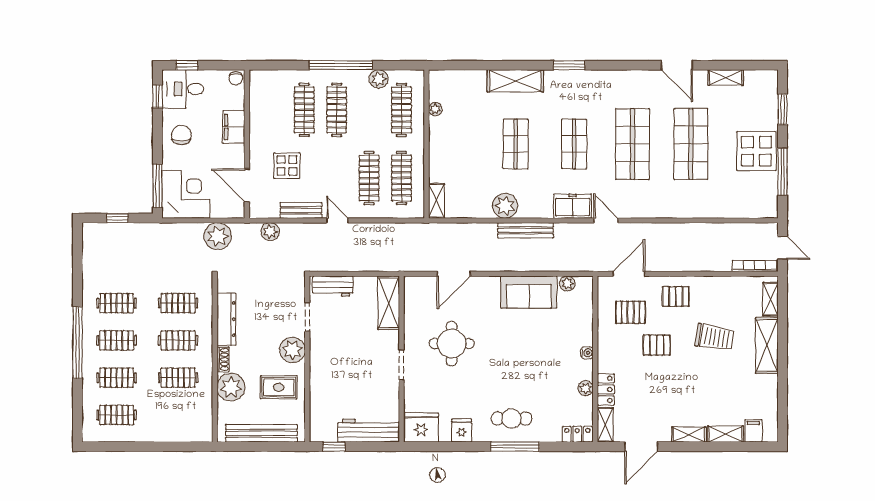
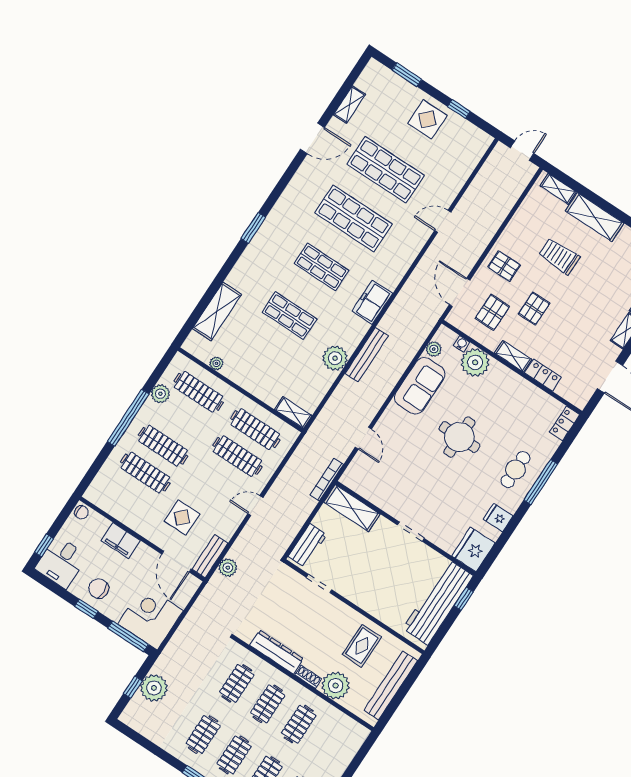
shelving: (515, 81) -> (217, 311), moved
window: (157, 96) -> (86, 609), moved
display table: (756, 151) -> (427, 119), width x0.73, depth x0.73
window: (782, 172) -> (459, 109), width x0.46
door: (247, 185) -> (176, 562), hinge flipped
bench: (301, 210) -> (210, 556), moved
door: (606, 220) -> (443, 221), moved
plant: (218, 236) -> (154, 688), moved
bookcase: (754, 266) -> (327, 480), moved
door: (454, 274) -> (363, 438), width x0.73
pallet: (676, 296) -> (504, 266), turned 90
trolley: (714, 337) -> (559, 256), turned -99
round table: (452, 344) -> (459, 437), moved
plant: (292, 350) -> (338, 614), removed
water cooler: (587, 353) -> (462, 344), moved
plant: (586, 388) -> (475, 362), moved, width x1.88, depth x1.88
shelving: (605, 425) -> (513, 356), moved
workbench: (369, 431) -> (438, 602), width x1.36, depth x1.32
window: (334, 447) -> (464, 599), moved

